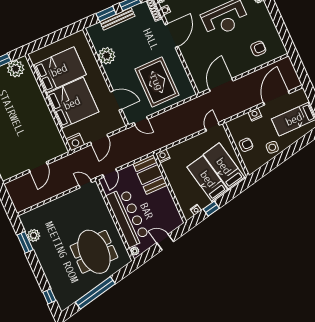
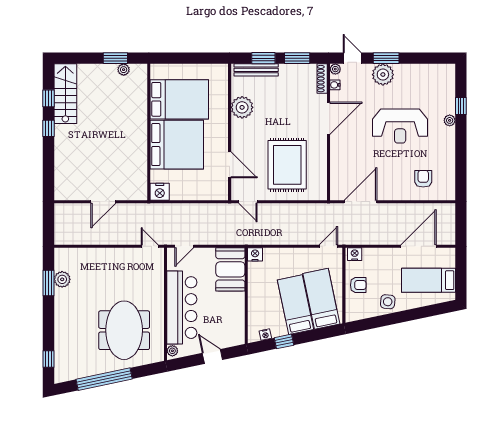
bench: (117, 19) -> (256, 70), moved
armchair: (258, 49) -> (423, 179), turned -91
plant: (16, 69) -> (124, 70), width x0.53, depth x0.53
nightstand: (255, 114) -> (355, 254), moved
door: (99, 140) -> (189, 202), removed

